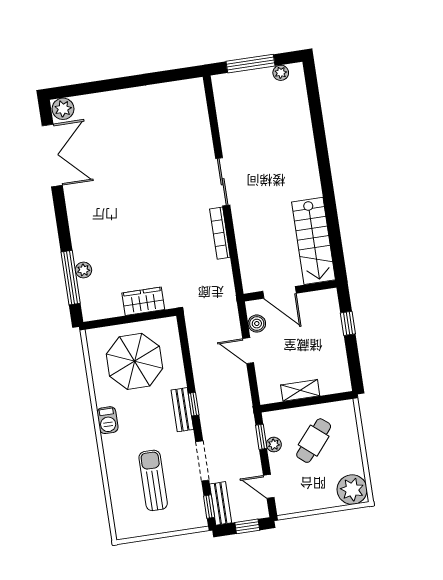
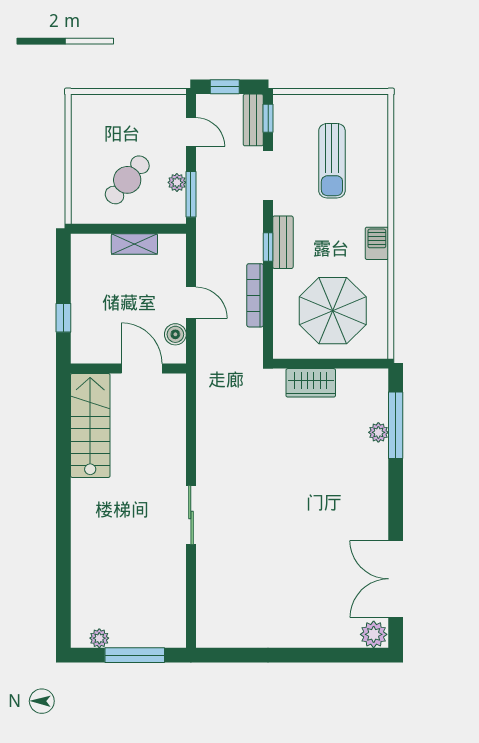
bookcase: (220, 233) -> (255, 295), moved, turned 180
window: (261, 437) -> (191, 194), width x1.50
plant: (352, 490) -> (89, 112), removed

